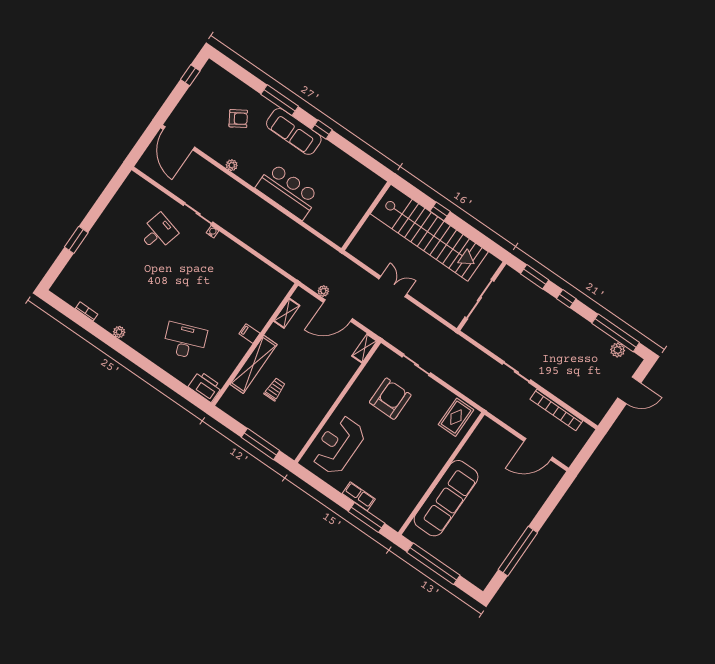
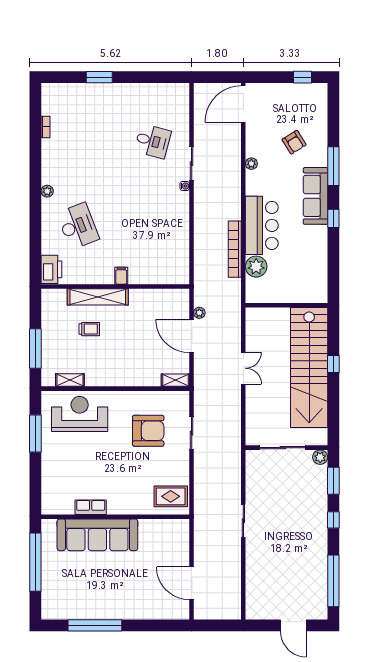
plant: (318, 219) -> (256, 267), added
shelving: (287, 313) -> (70, 380), moved
plant: (119, 332) -> (47, 191), moved
plant: (618, 350) -> (320, 457), moved
bookcase: (556, 410) -> (235, 249), moved
row of seats: (359, 496) -> (91, 507), moved, turned -90
window: (367, 517) -> (35, 433), moved

